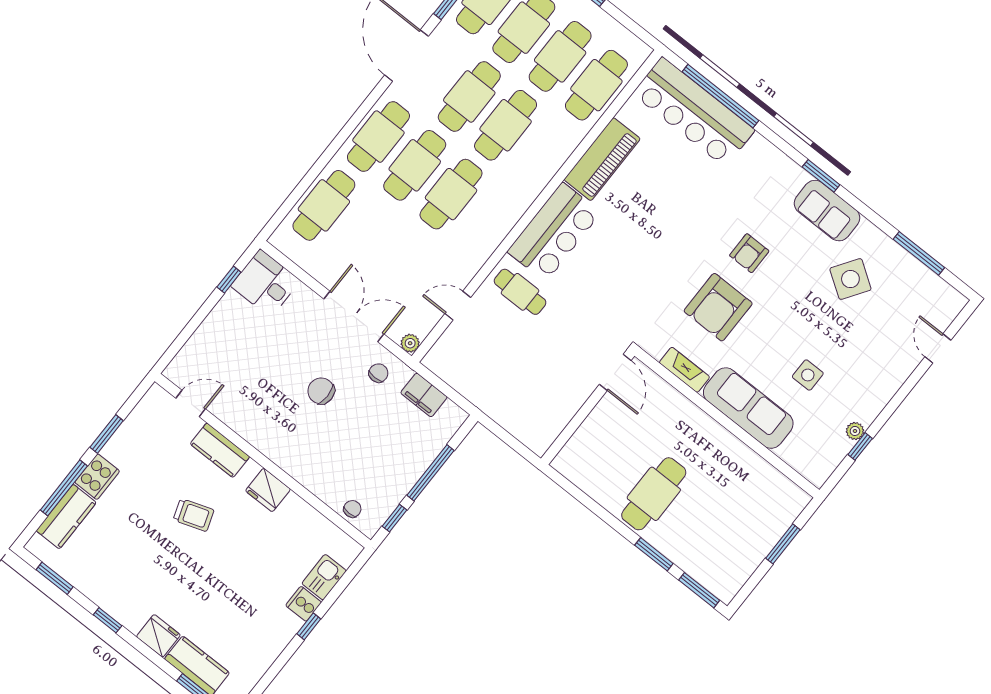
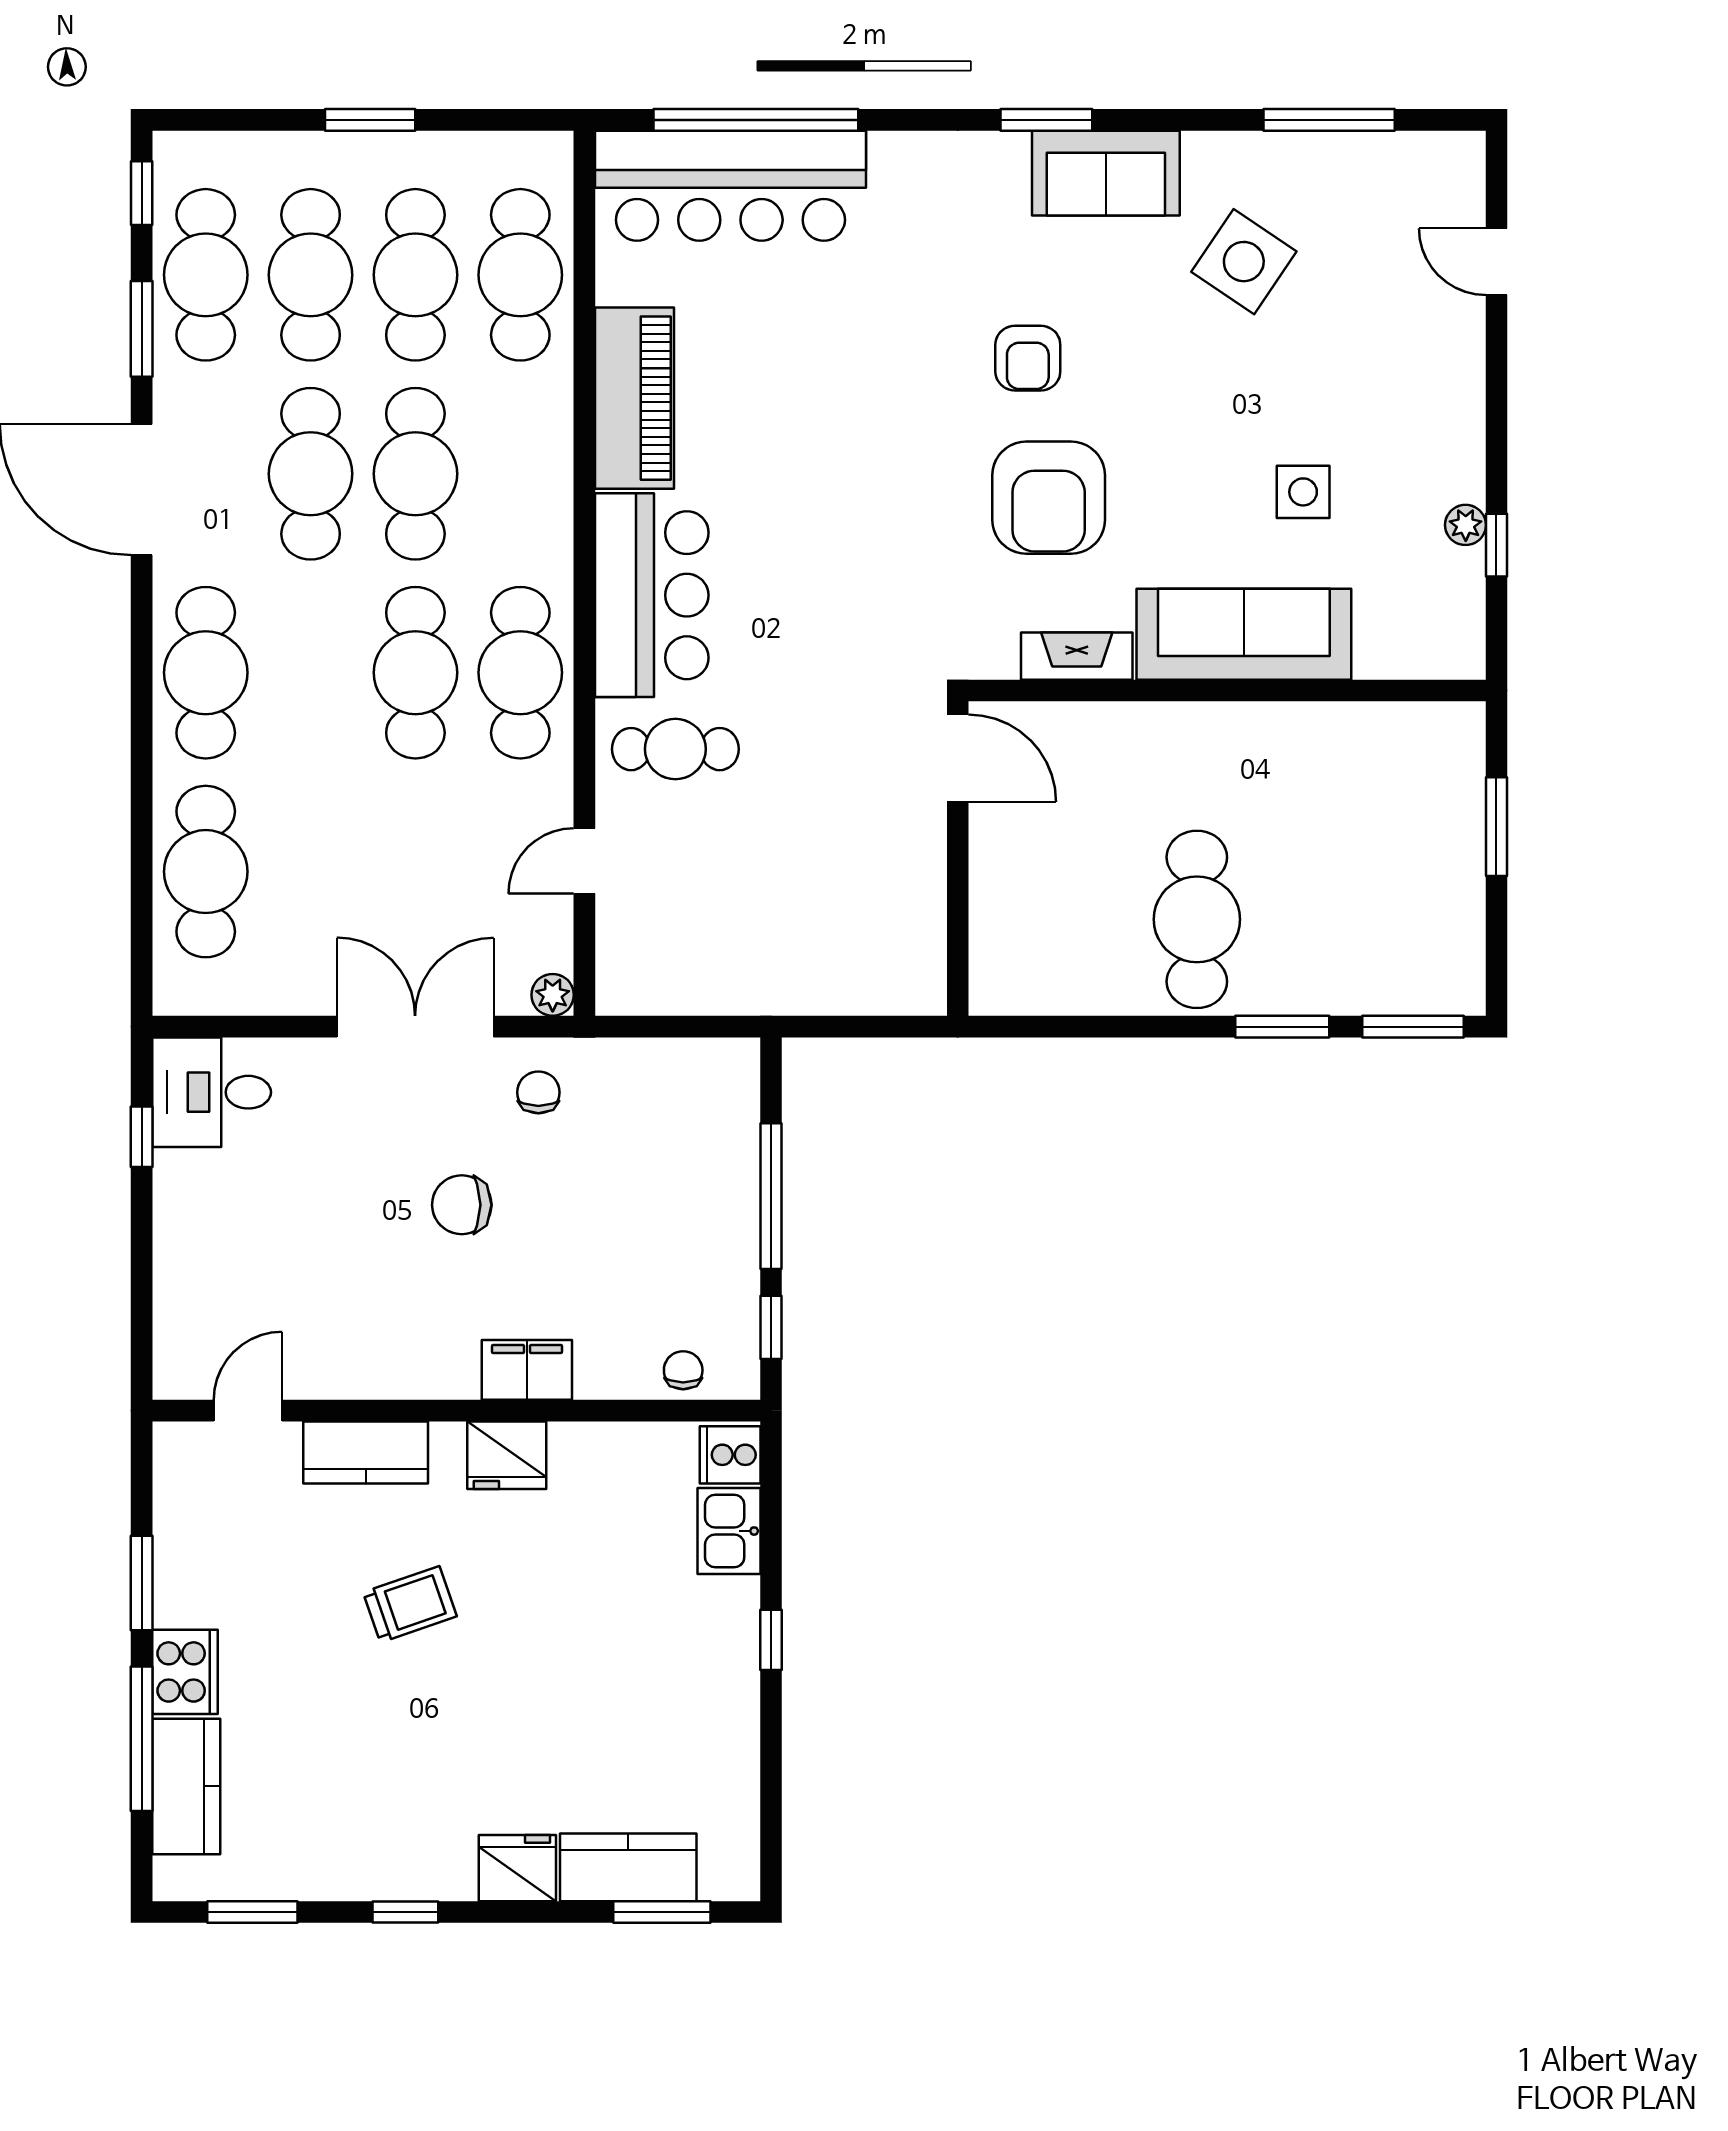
cafe table: (415, 165) -> (520, 673), moved
filing cabinet: (424, 395) -> (527, 1370), moved, turned 180
cooker: (304, 604) -> (730, 1455), moved

